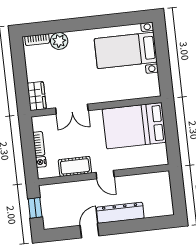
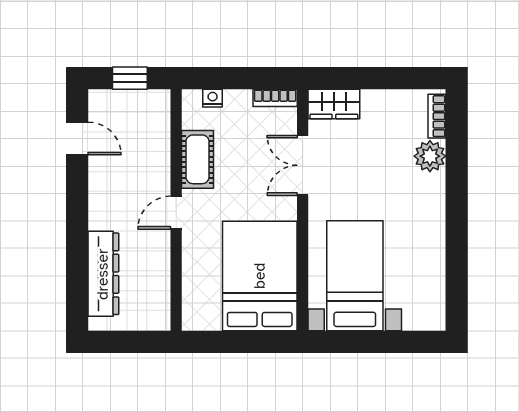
bed with nightstands: (126, 50) -> (355, 276), moved
bookcase: (39, 144) -> (275, 98), moved
dresser: (120, 213) -> (103, 274), moved
door: (89, 231) -> (77, 138), moved

